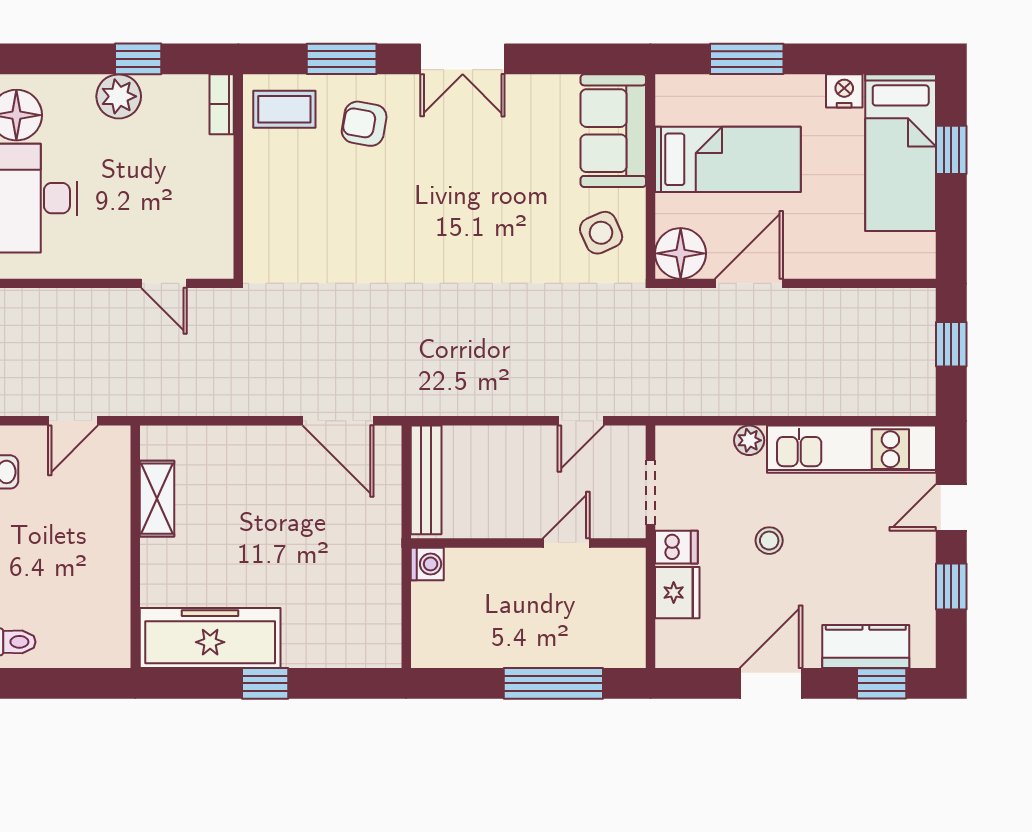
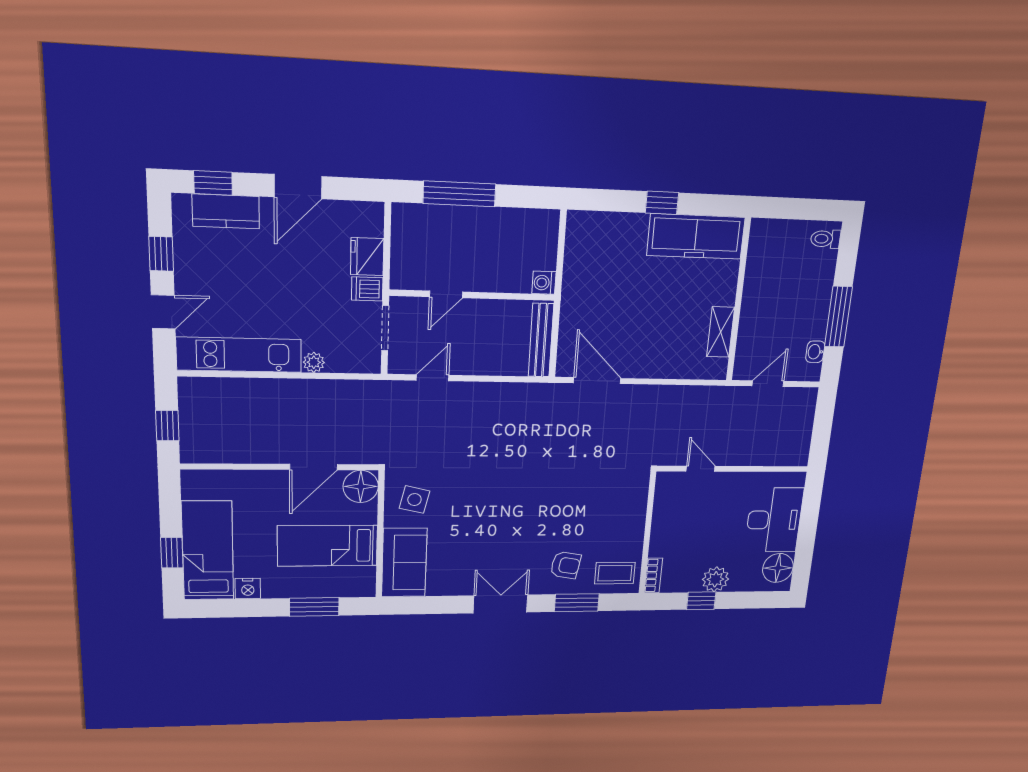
side table: (601, 233) -> (415, 500), turned 37
stool: (769, 541) -> (299, 292), removed

